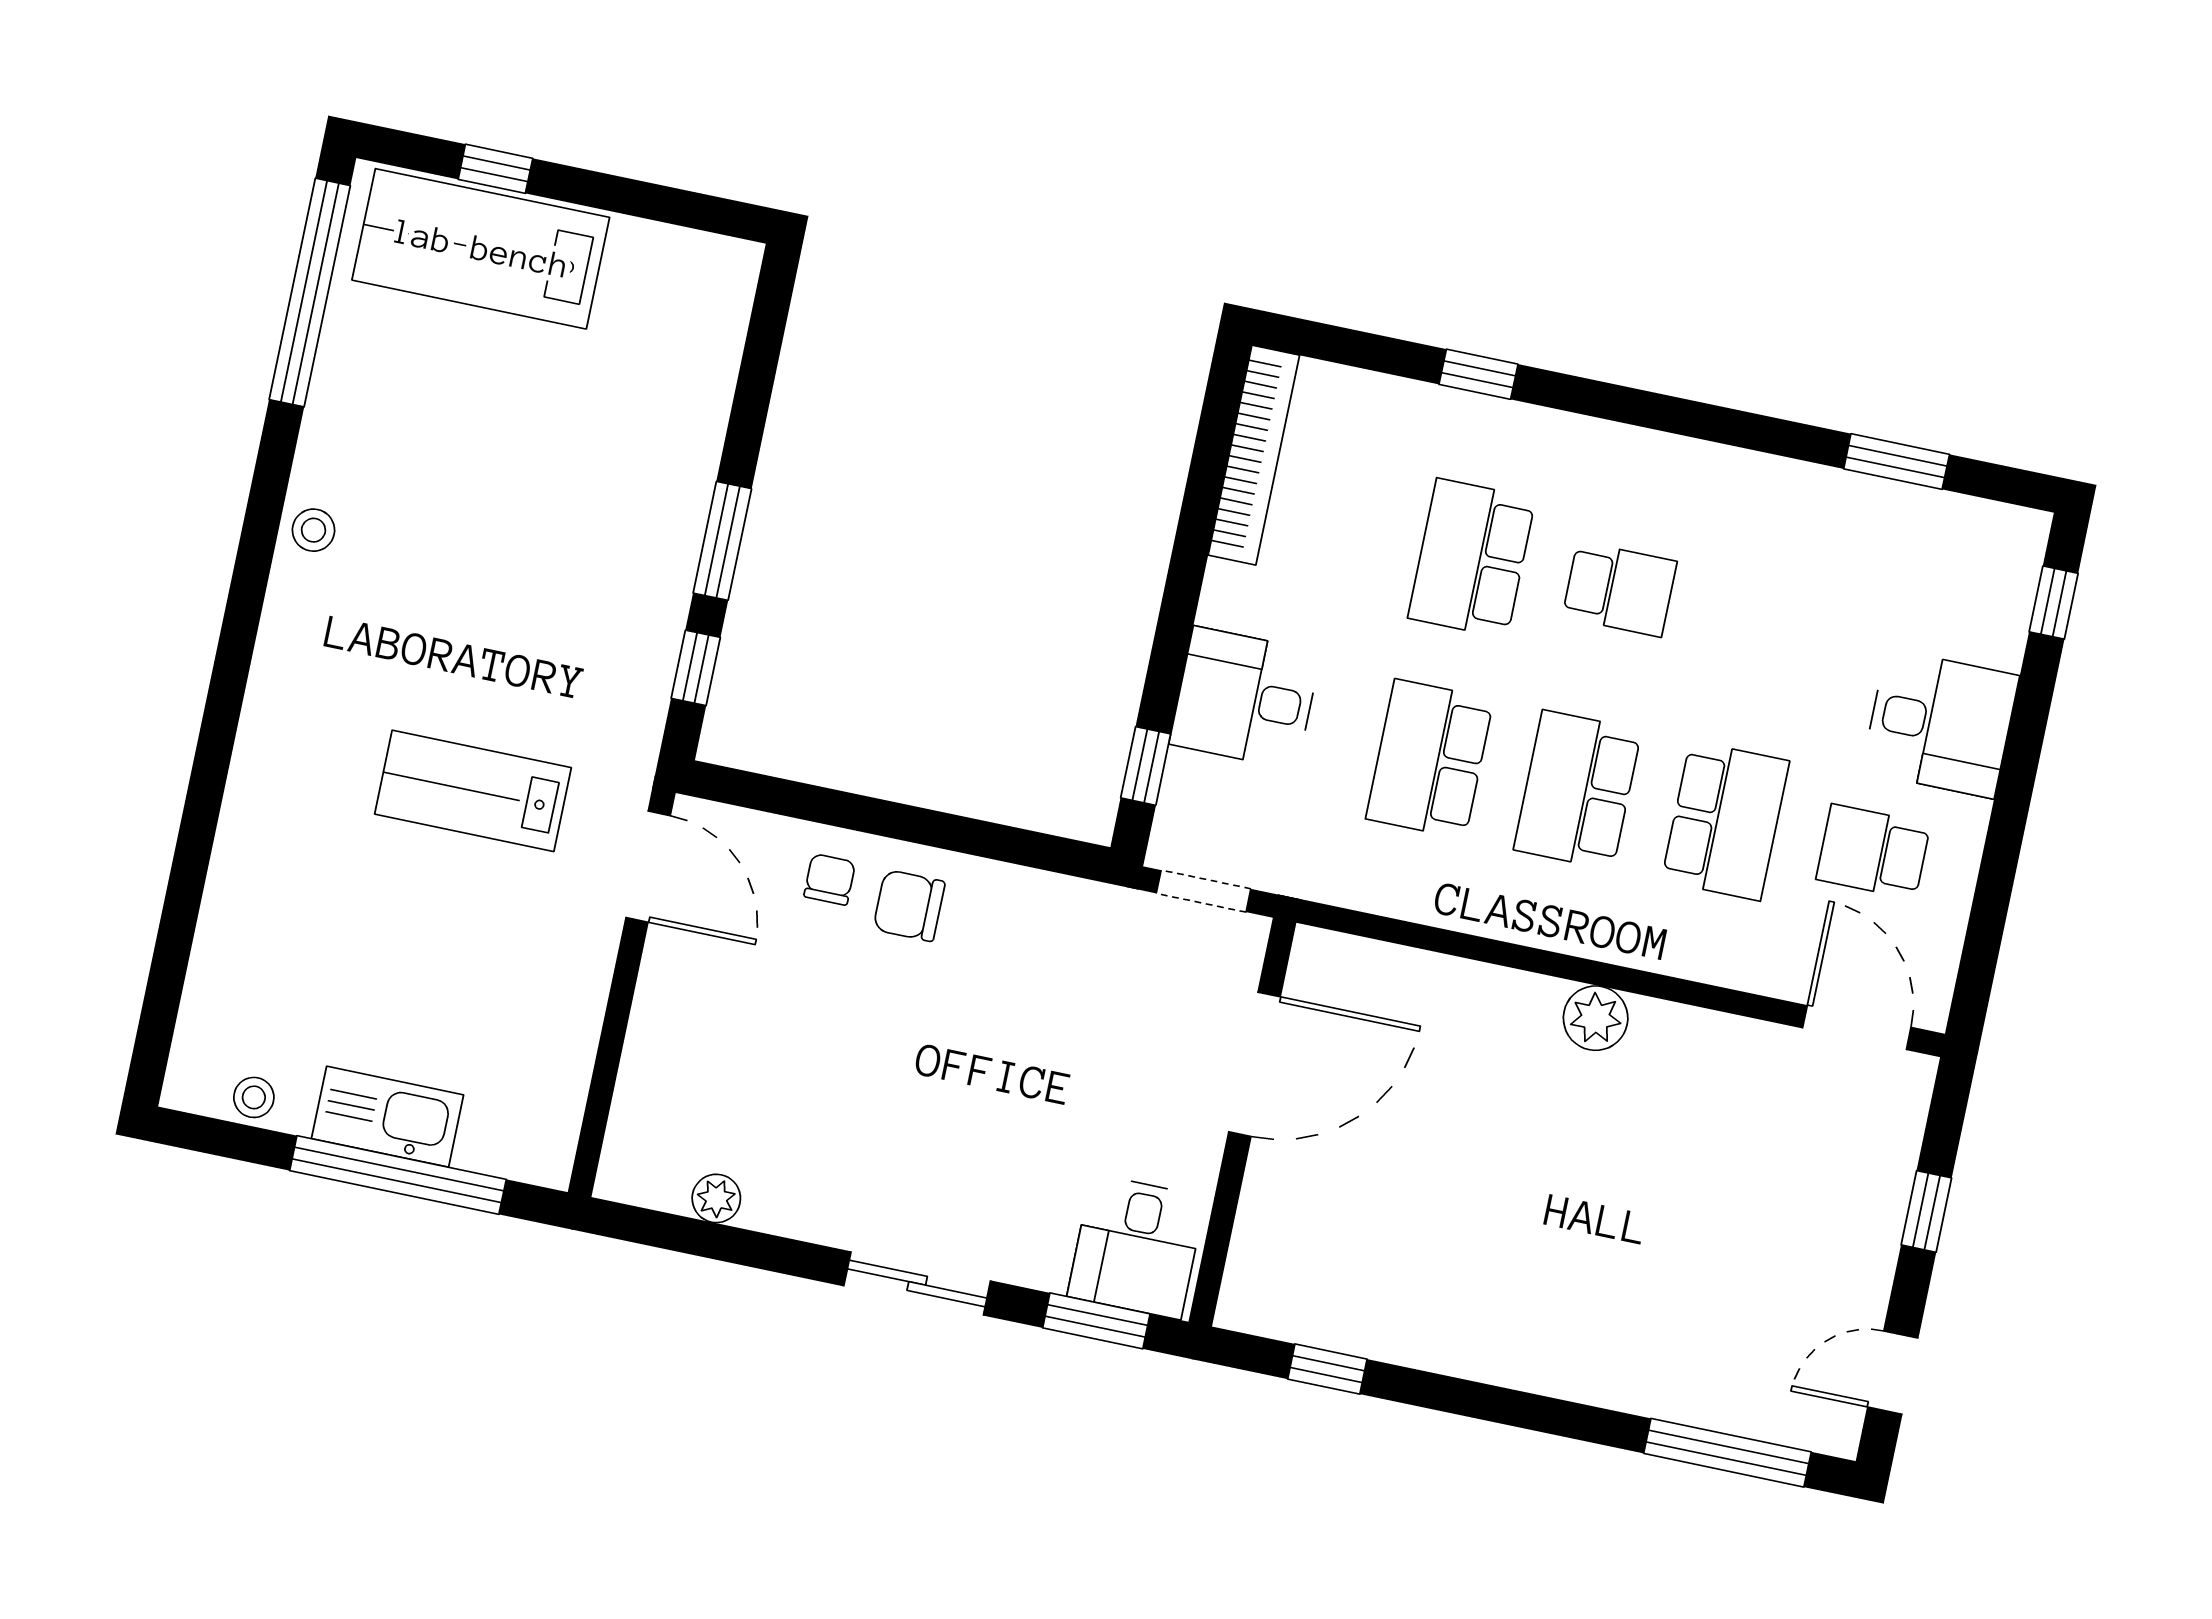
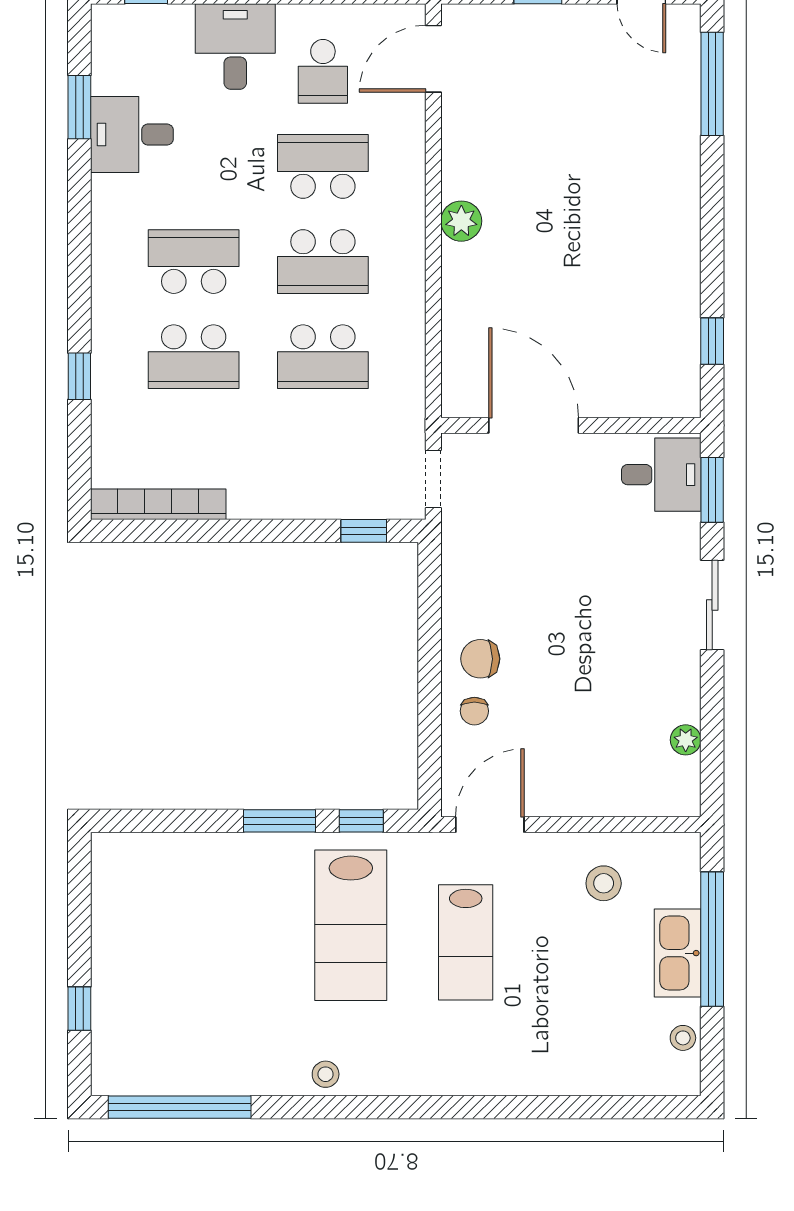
lab bench: (481, 249) -> (351, 925), moved
school desk: (1620, 589) -> (194, 262), width x1.85
desk: (1245, 698) -> (132, 135), moved, turned 90
chair: (830, 879) -> (474, 711), turned -90
chair: (909, 906) -> (480, 659), turned 90
stool: (520, 1024) -> (604, 883), added

